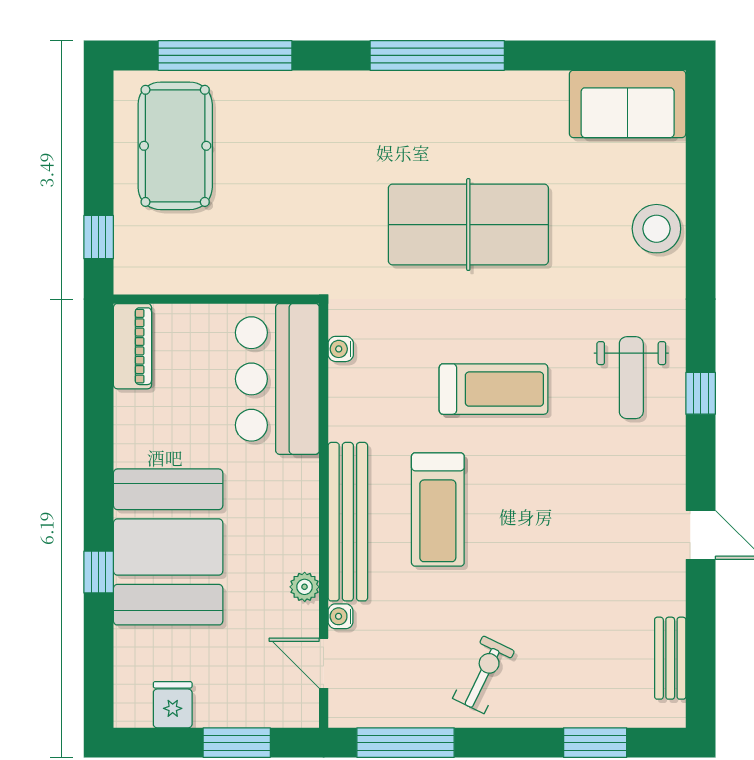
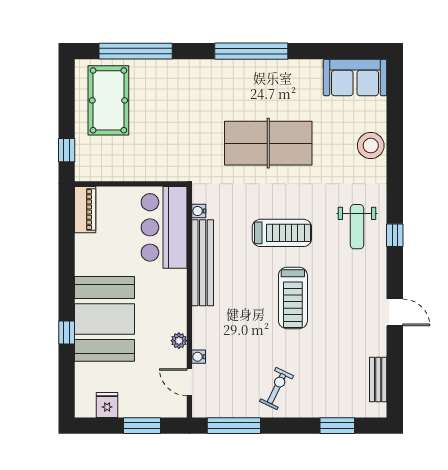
treadmill: (438, 510) -> (293, 298), moved
bench: (348, 522) -> (203, 263), moved

